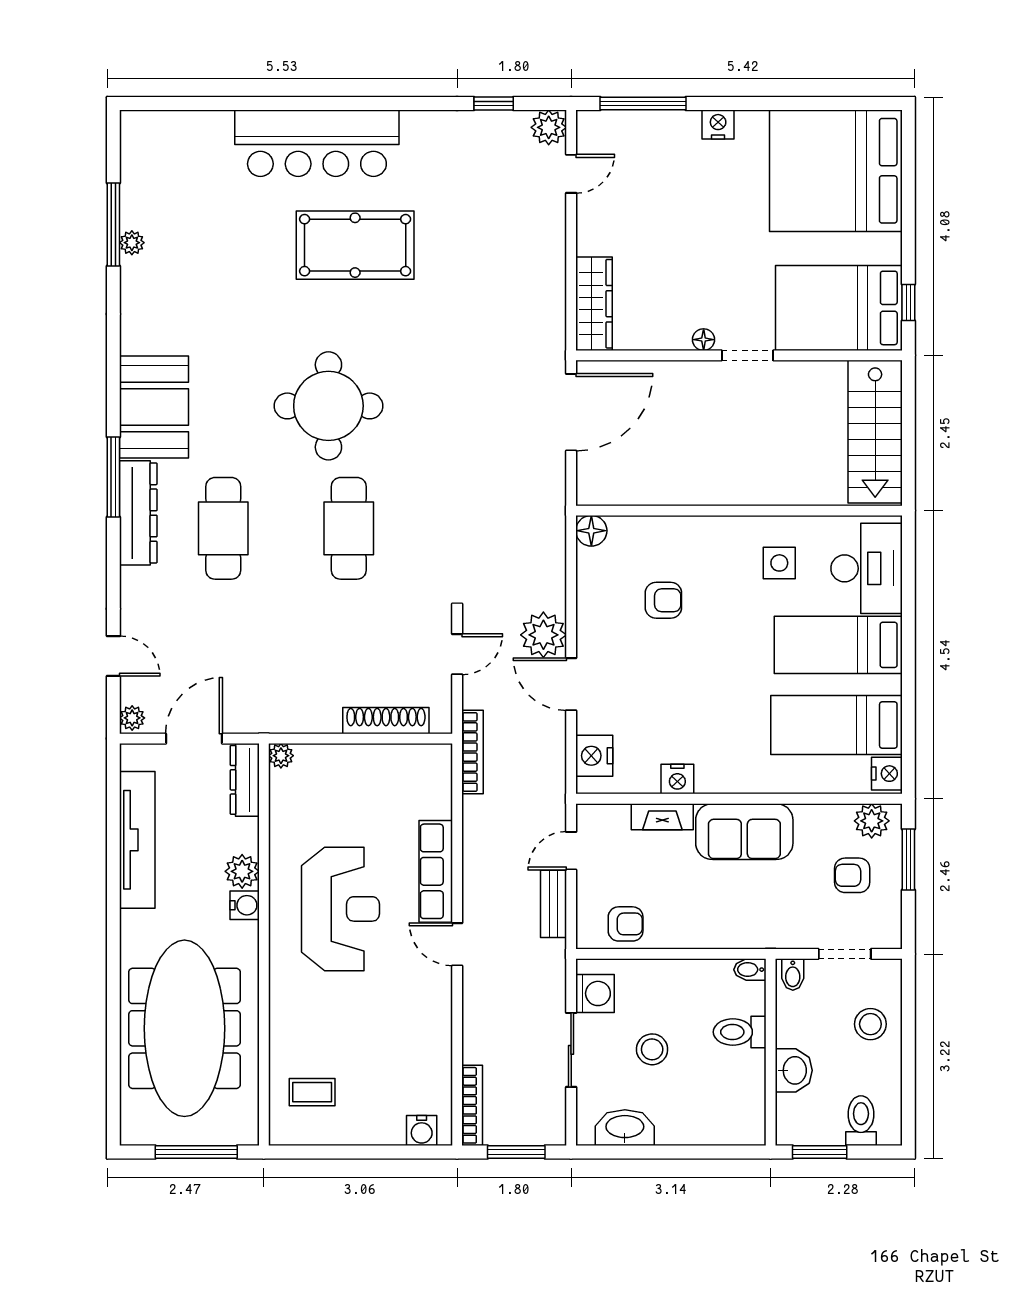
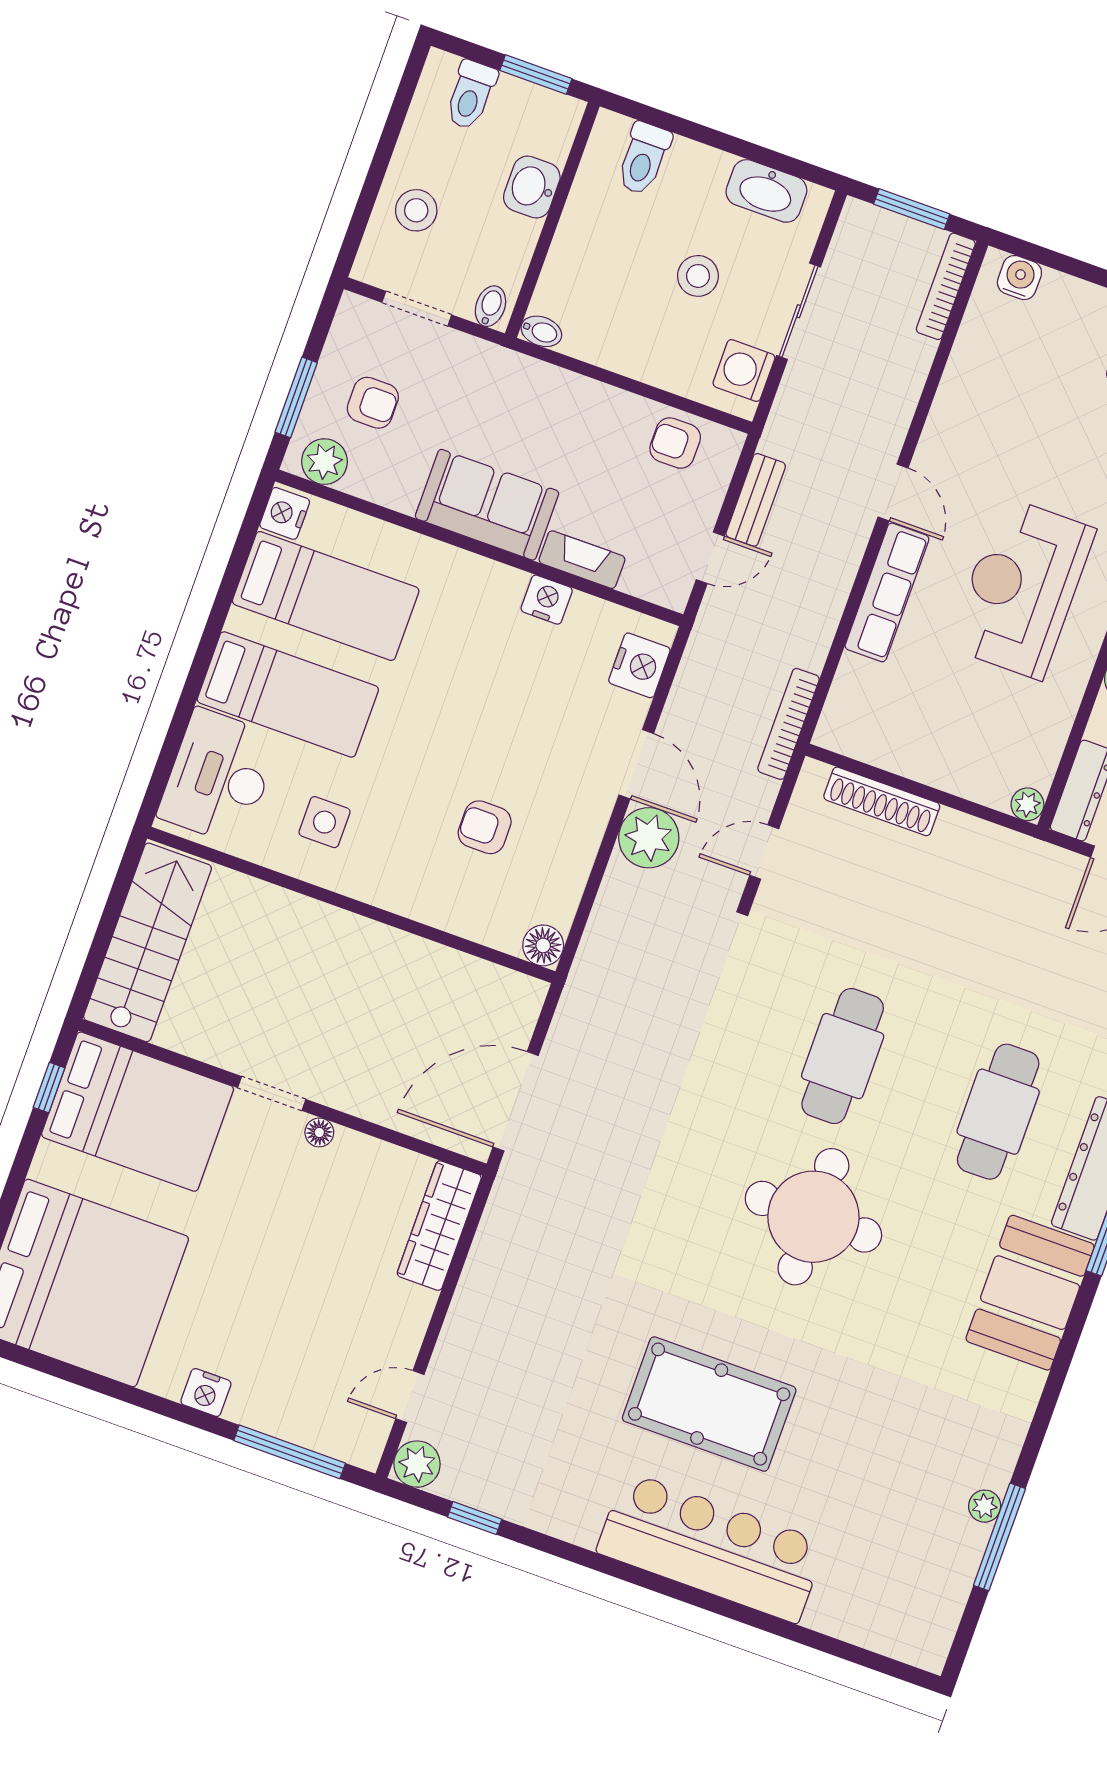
toilet: (740, 1032) -> (643, 158), moved, turned 90

